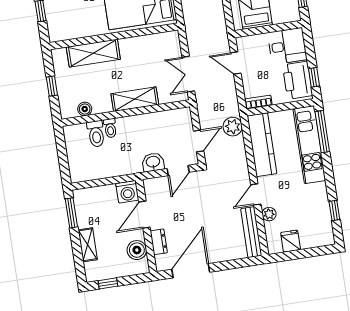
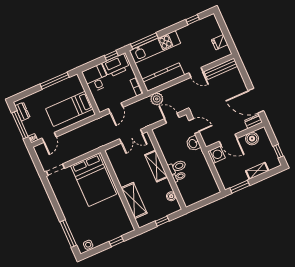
toilet: (96, 134) -> (177, 167), moved
plant: (269, 214) -> (206, 61), removed
dresser: (159, 242) -> (253, 121), moved

